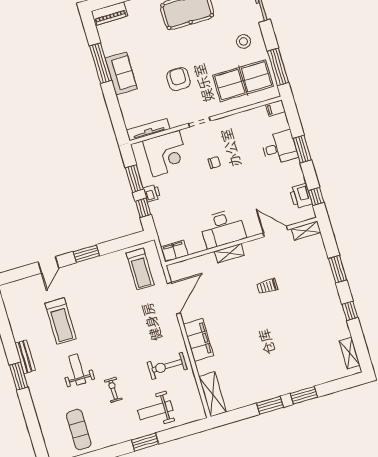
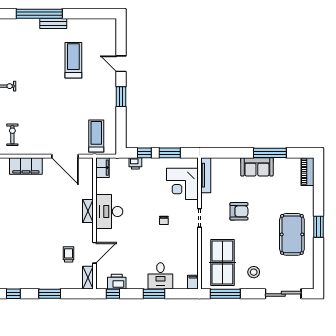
printer: (152, 193) -> (135, 163), moved
treadmill: (140, 269) -> (96, 136), turned 90
trolley: (267, 286) -> (69, 254), moved
treadmill: (61, 321) -> (73, 60), turned 90
exercise bike: (167, 366) -> (12, 135), width x0.73, depth x0.72
weight bench: (77, 370) -> (31, 62), removed
window: (19, 376) -> (39, 14), width x2.11

